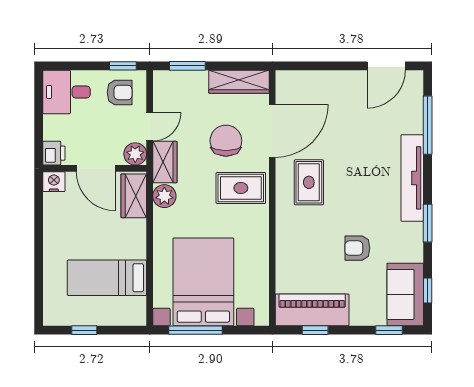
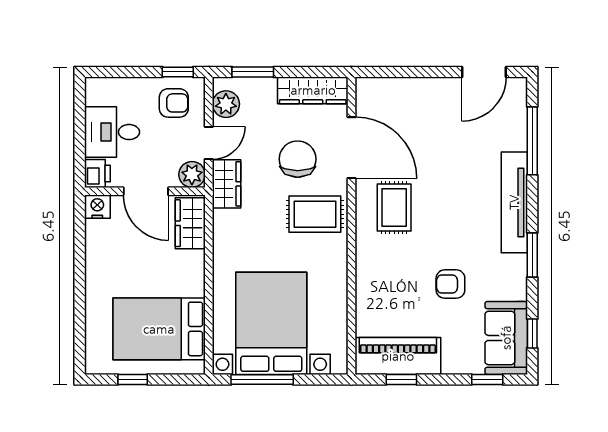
desk: (67, 92) -> (112, 132), moved
door: (272, 131) -> (351, 148), hinge flipped
plant: (164, 196) -> (226, 104), moved
bed: (107, 278) -> (159, 329), width x1.50

